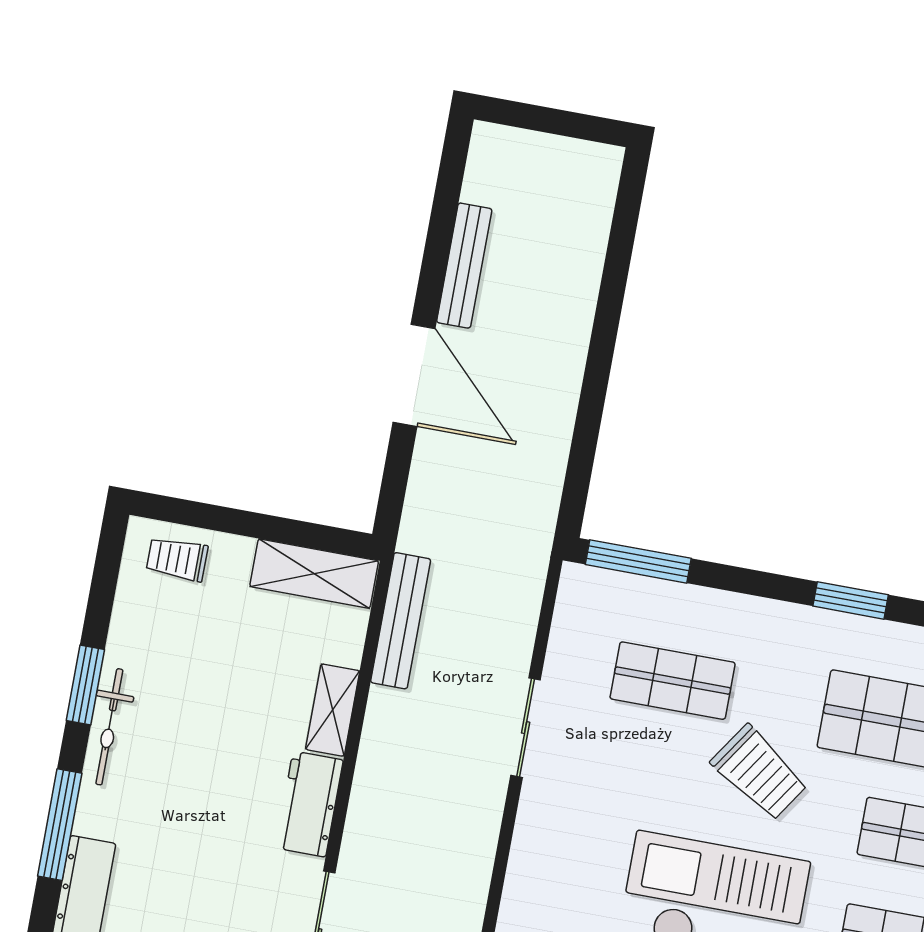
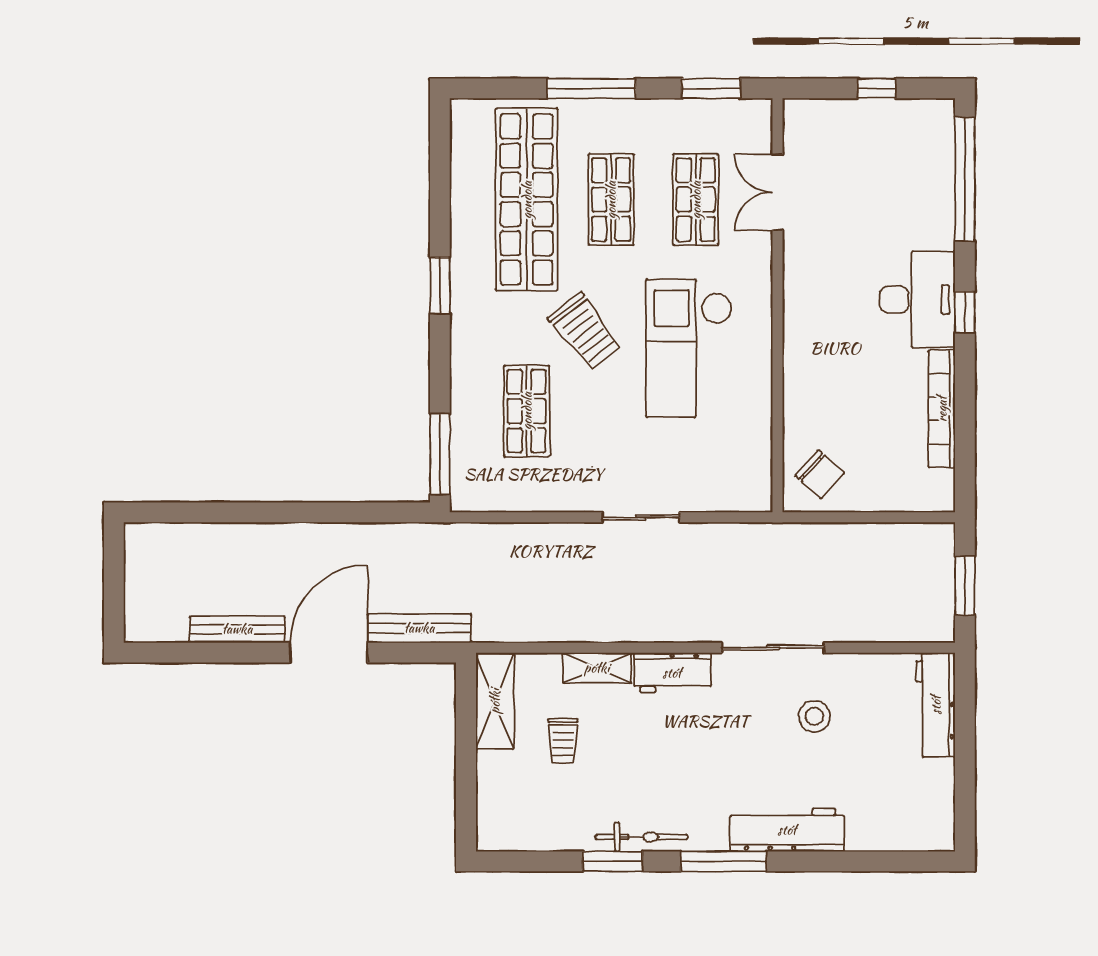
trolley: (177, 559) -> (563, 741), moved
bench: (401, 621) -> (419, 628), moved
sliding door: (526, 728) -> (641, 517), moved
trolley: (759, 773) -> (585, 331), turned 108

